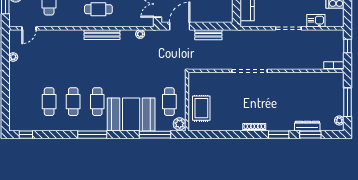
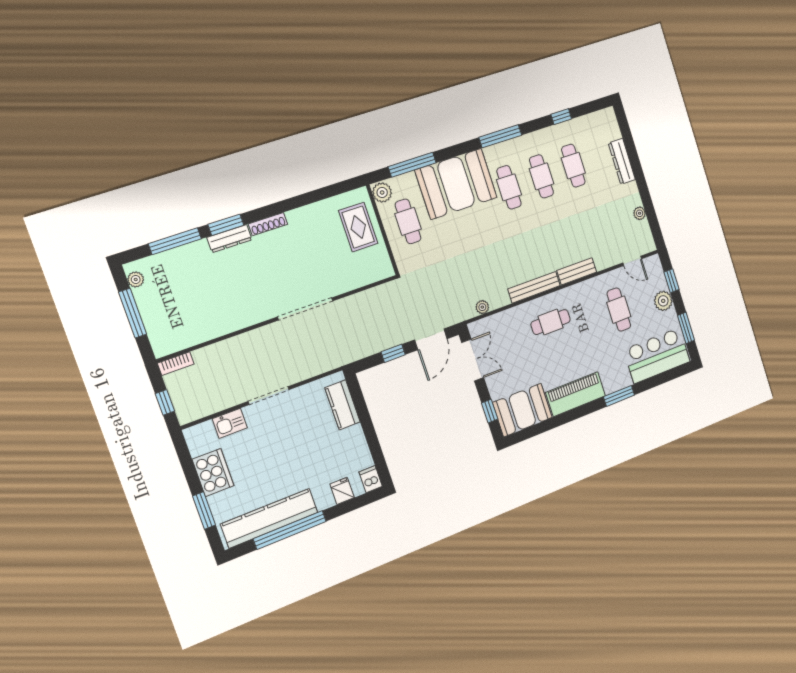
window: (206, 26) -> (393, 353), added
door: (29, 28) -> (632, 261), swing flipped
bench: (208, 35) -> (577, 271), moved
dresser: (14, 94) -> (622, 161), added
dresser: (307, 126) -> (229, 239), moved
window: (26, 135) -> (561, 117), moved
window: (310, 135) -> (175, 241), width x1.44

